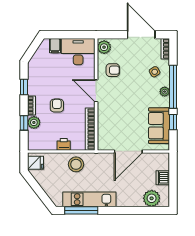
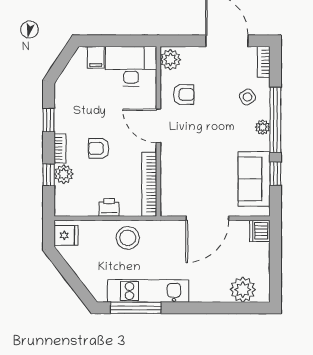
armchair: (57, 106) -> (99, 148), turned -90
dishwasher: (163, 178) -> (260, 231), moved

